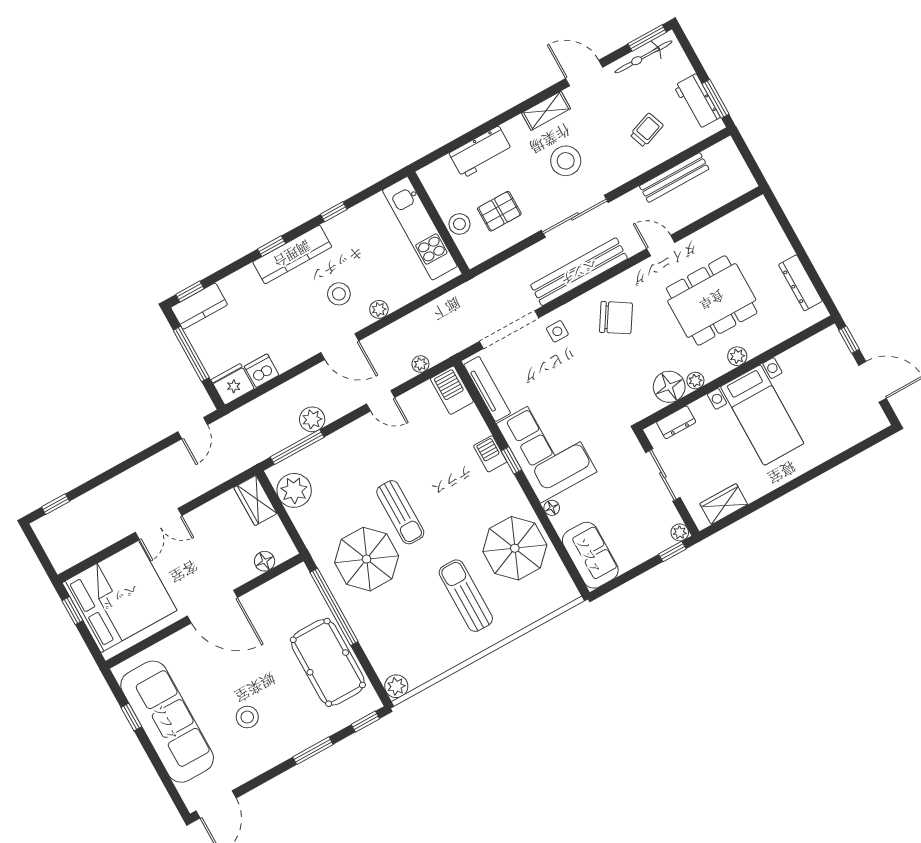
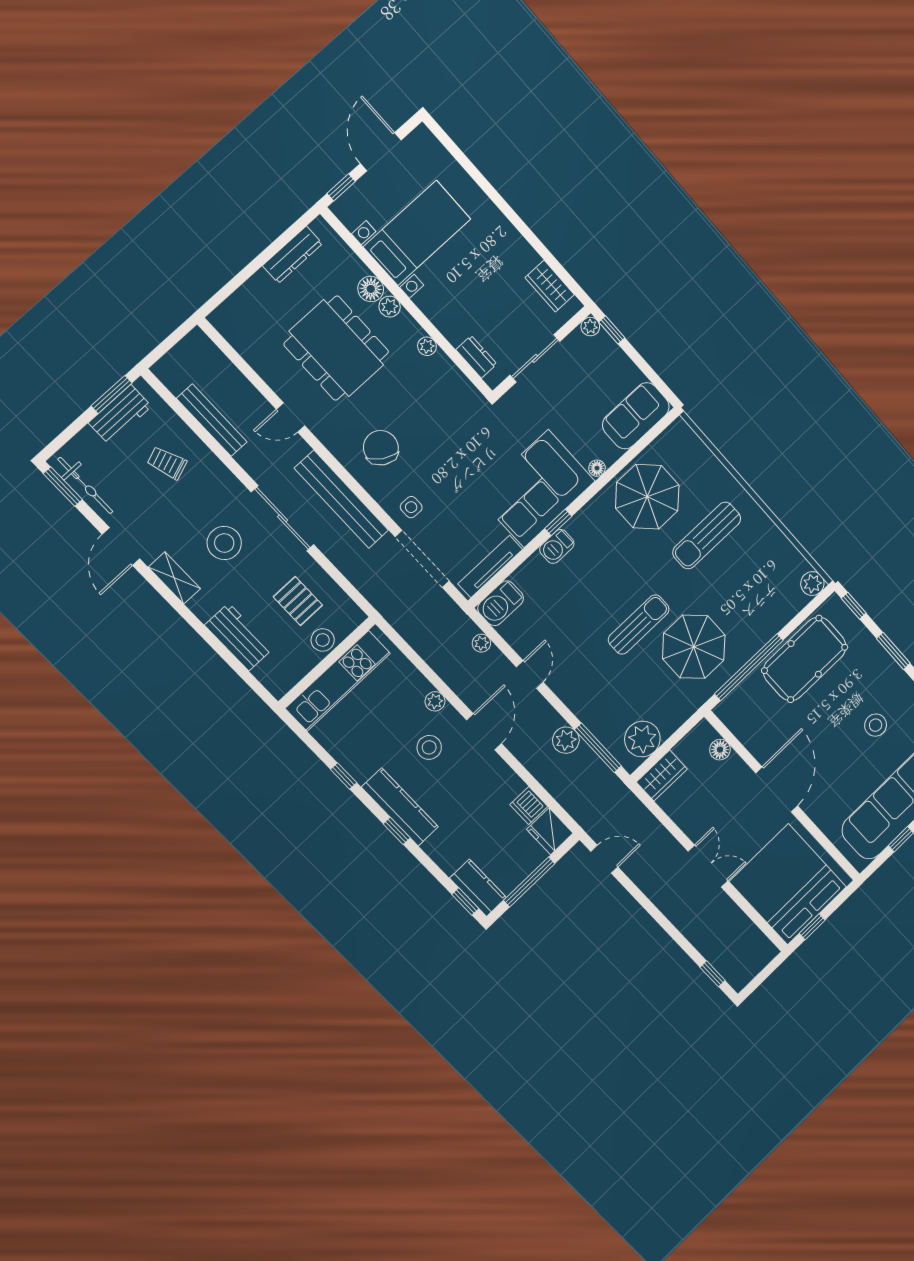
door: (661, 246) -> (291, 418), hinge flipped
floor lamp: (669, 387) -> (371, 289), moved, width x0.73, depth x0.73
bed with nightstands: (762, 415) -> (417, 233), moved

